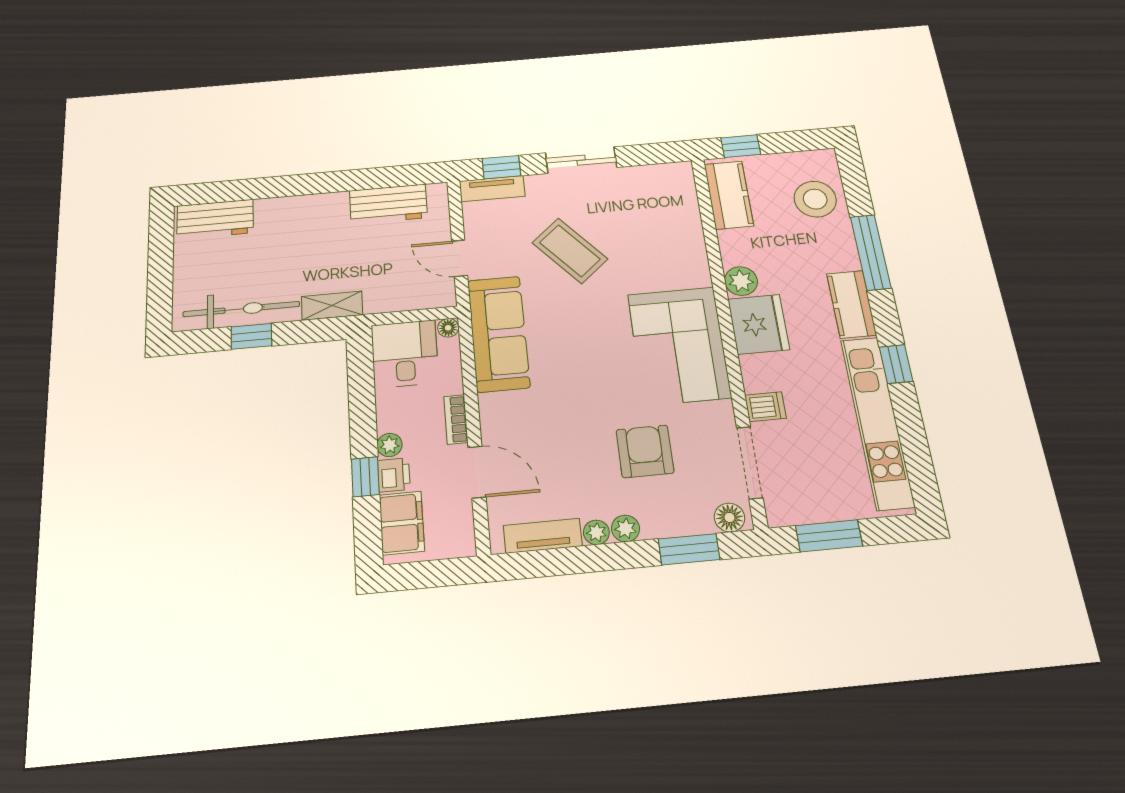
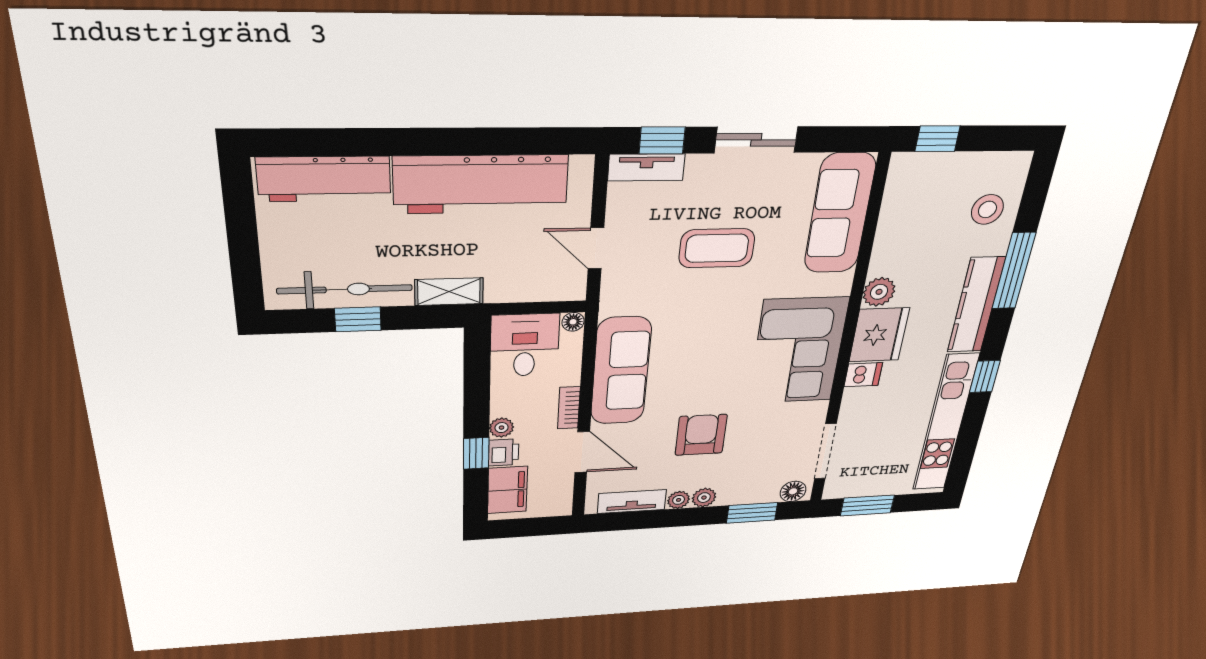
kitchen counter: (729, 195) -> (902, 197), removed
stool: (815, 199) -> (987, 209), width x0.73, depth x0.73
workbench: (388, 204) -> (481, 184), width x1.88, depth x1.32
sofa: (675, 213) -> (840, 214), added
workbench: (215, 219) -> (324, 179), width x1.38
coffee table: (570, 251) -> (717, 248), turned -49
kitchen counter: (852, 304) -> (976, 305), width x1.50
sofa: (498, 333) -> (621, 371), moved
dishwasher: (765, 407) -> (863, 375), moved
armchair: (645, 451) -> (701, 435), moved

